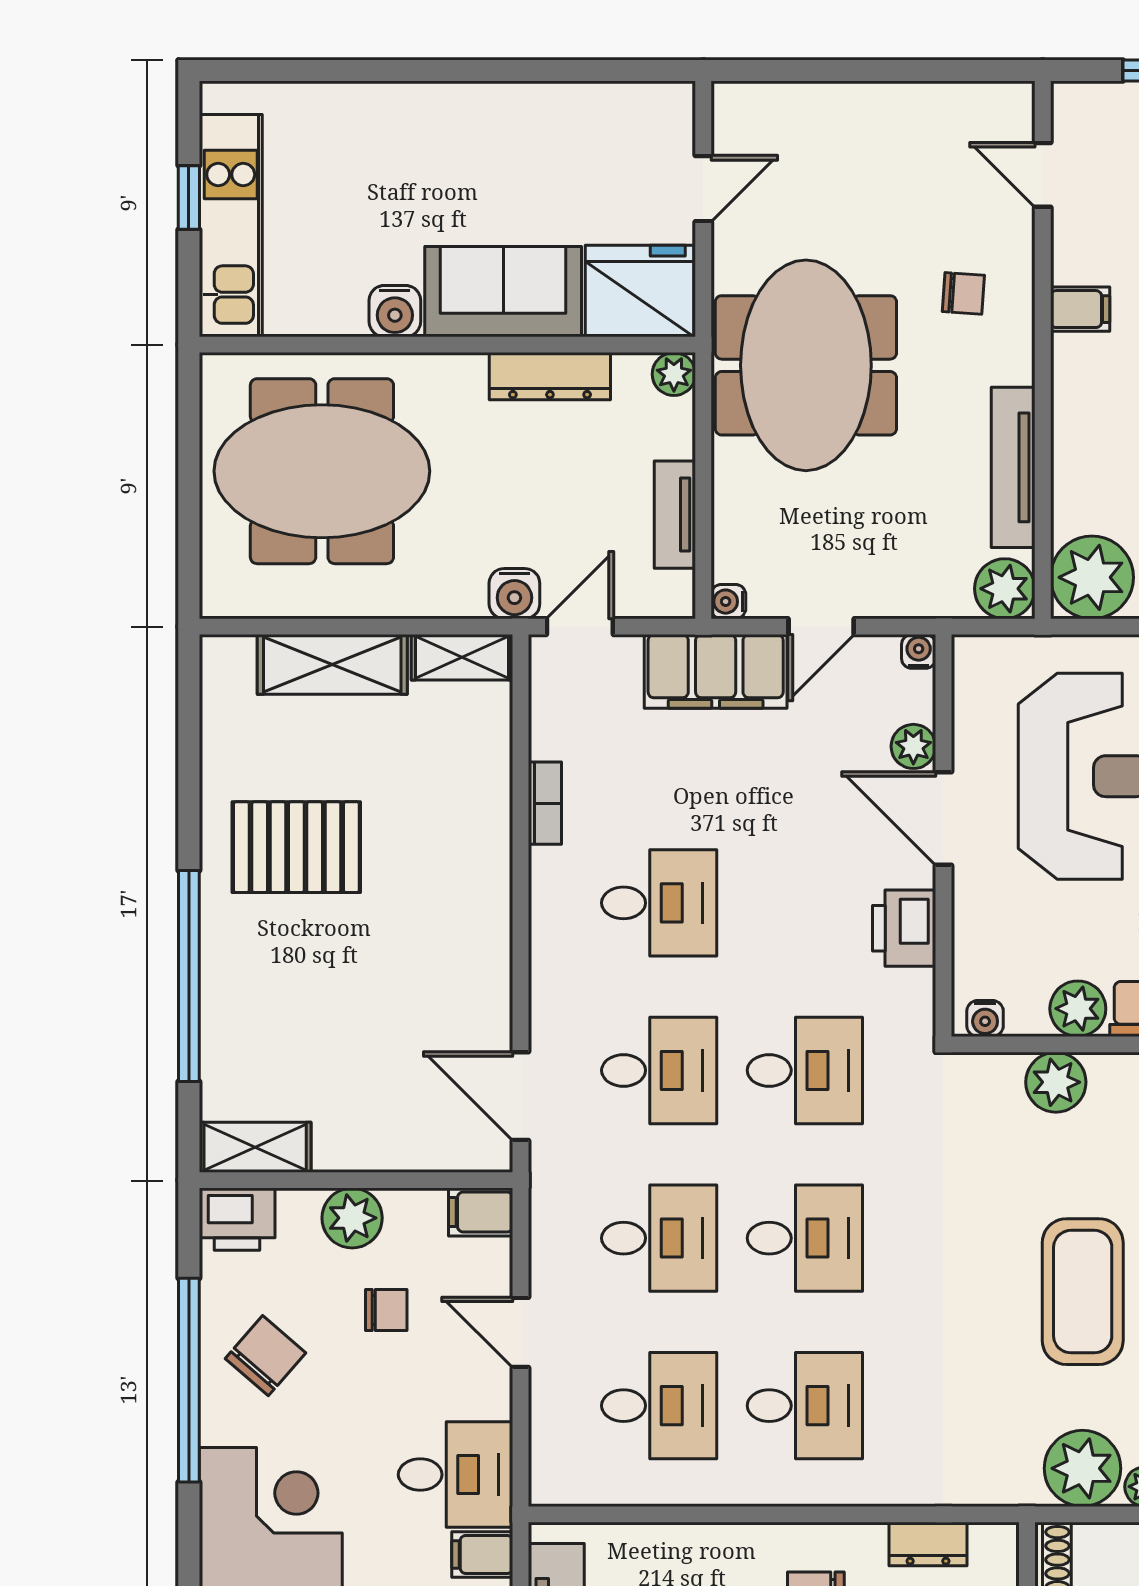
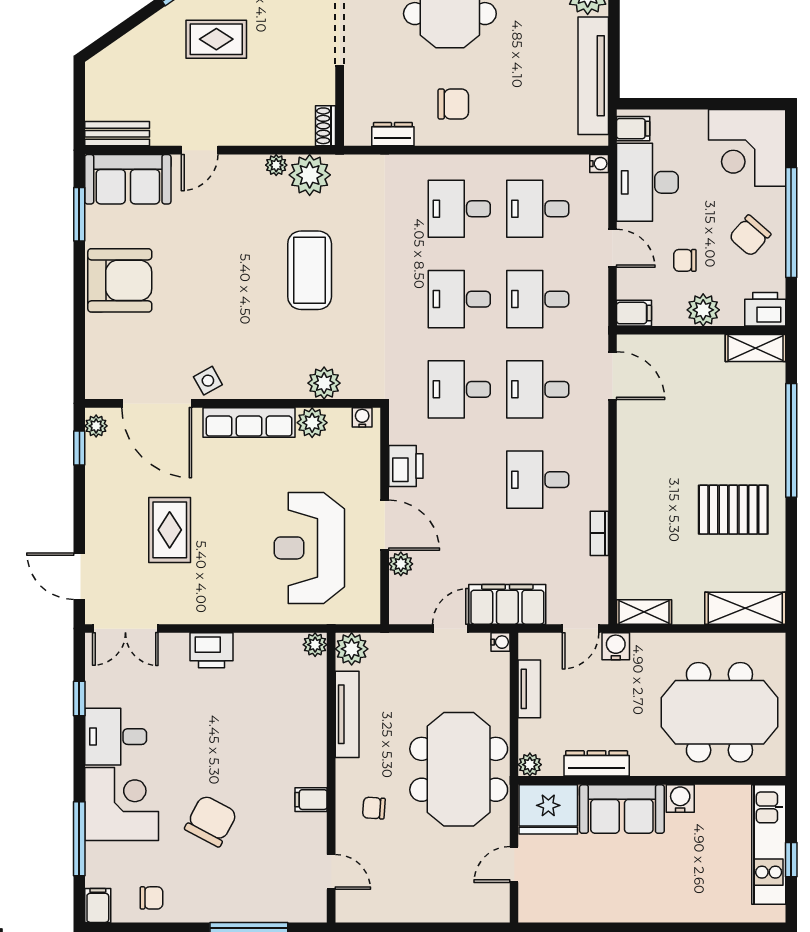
plant: (1092, 577) -> (315, 645), width x0.53, depth x0.53
water cooler: (919, 651) -> (599, 164), moved, turned -90
shelving: (332, 664) -> (745, 608), moved
desk: (456, 1475) -> (647, 182), width x1.37

